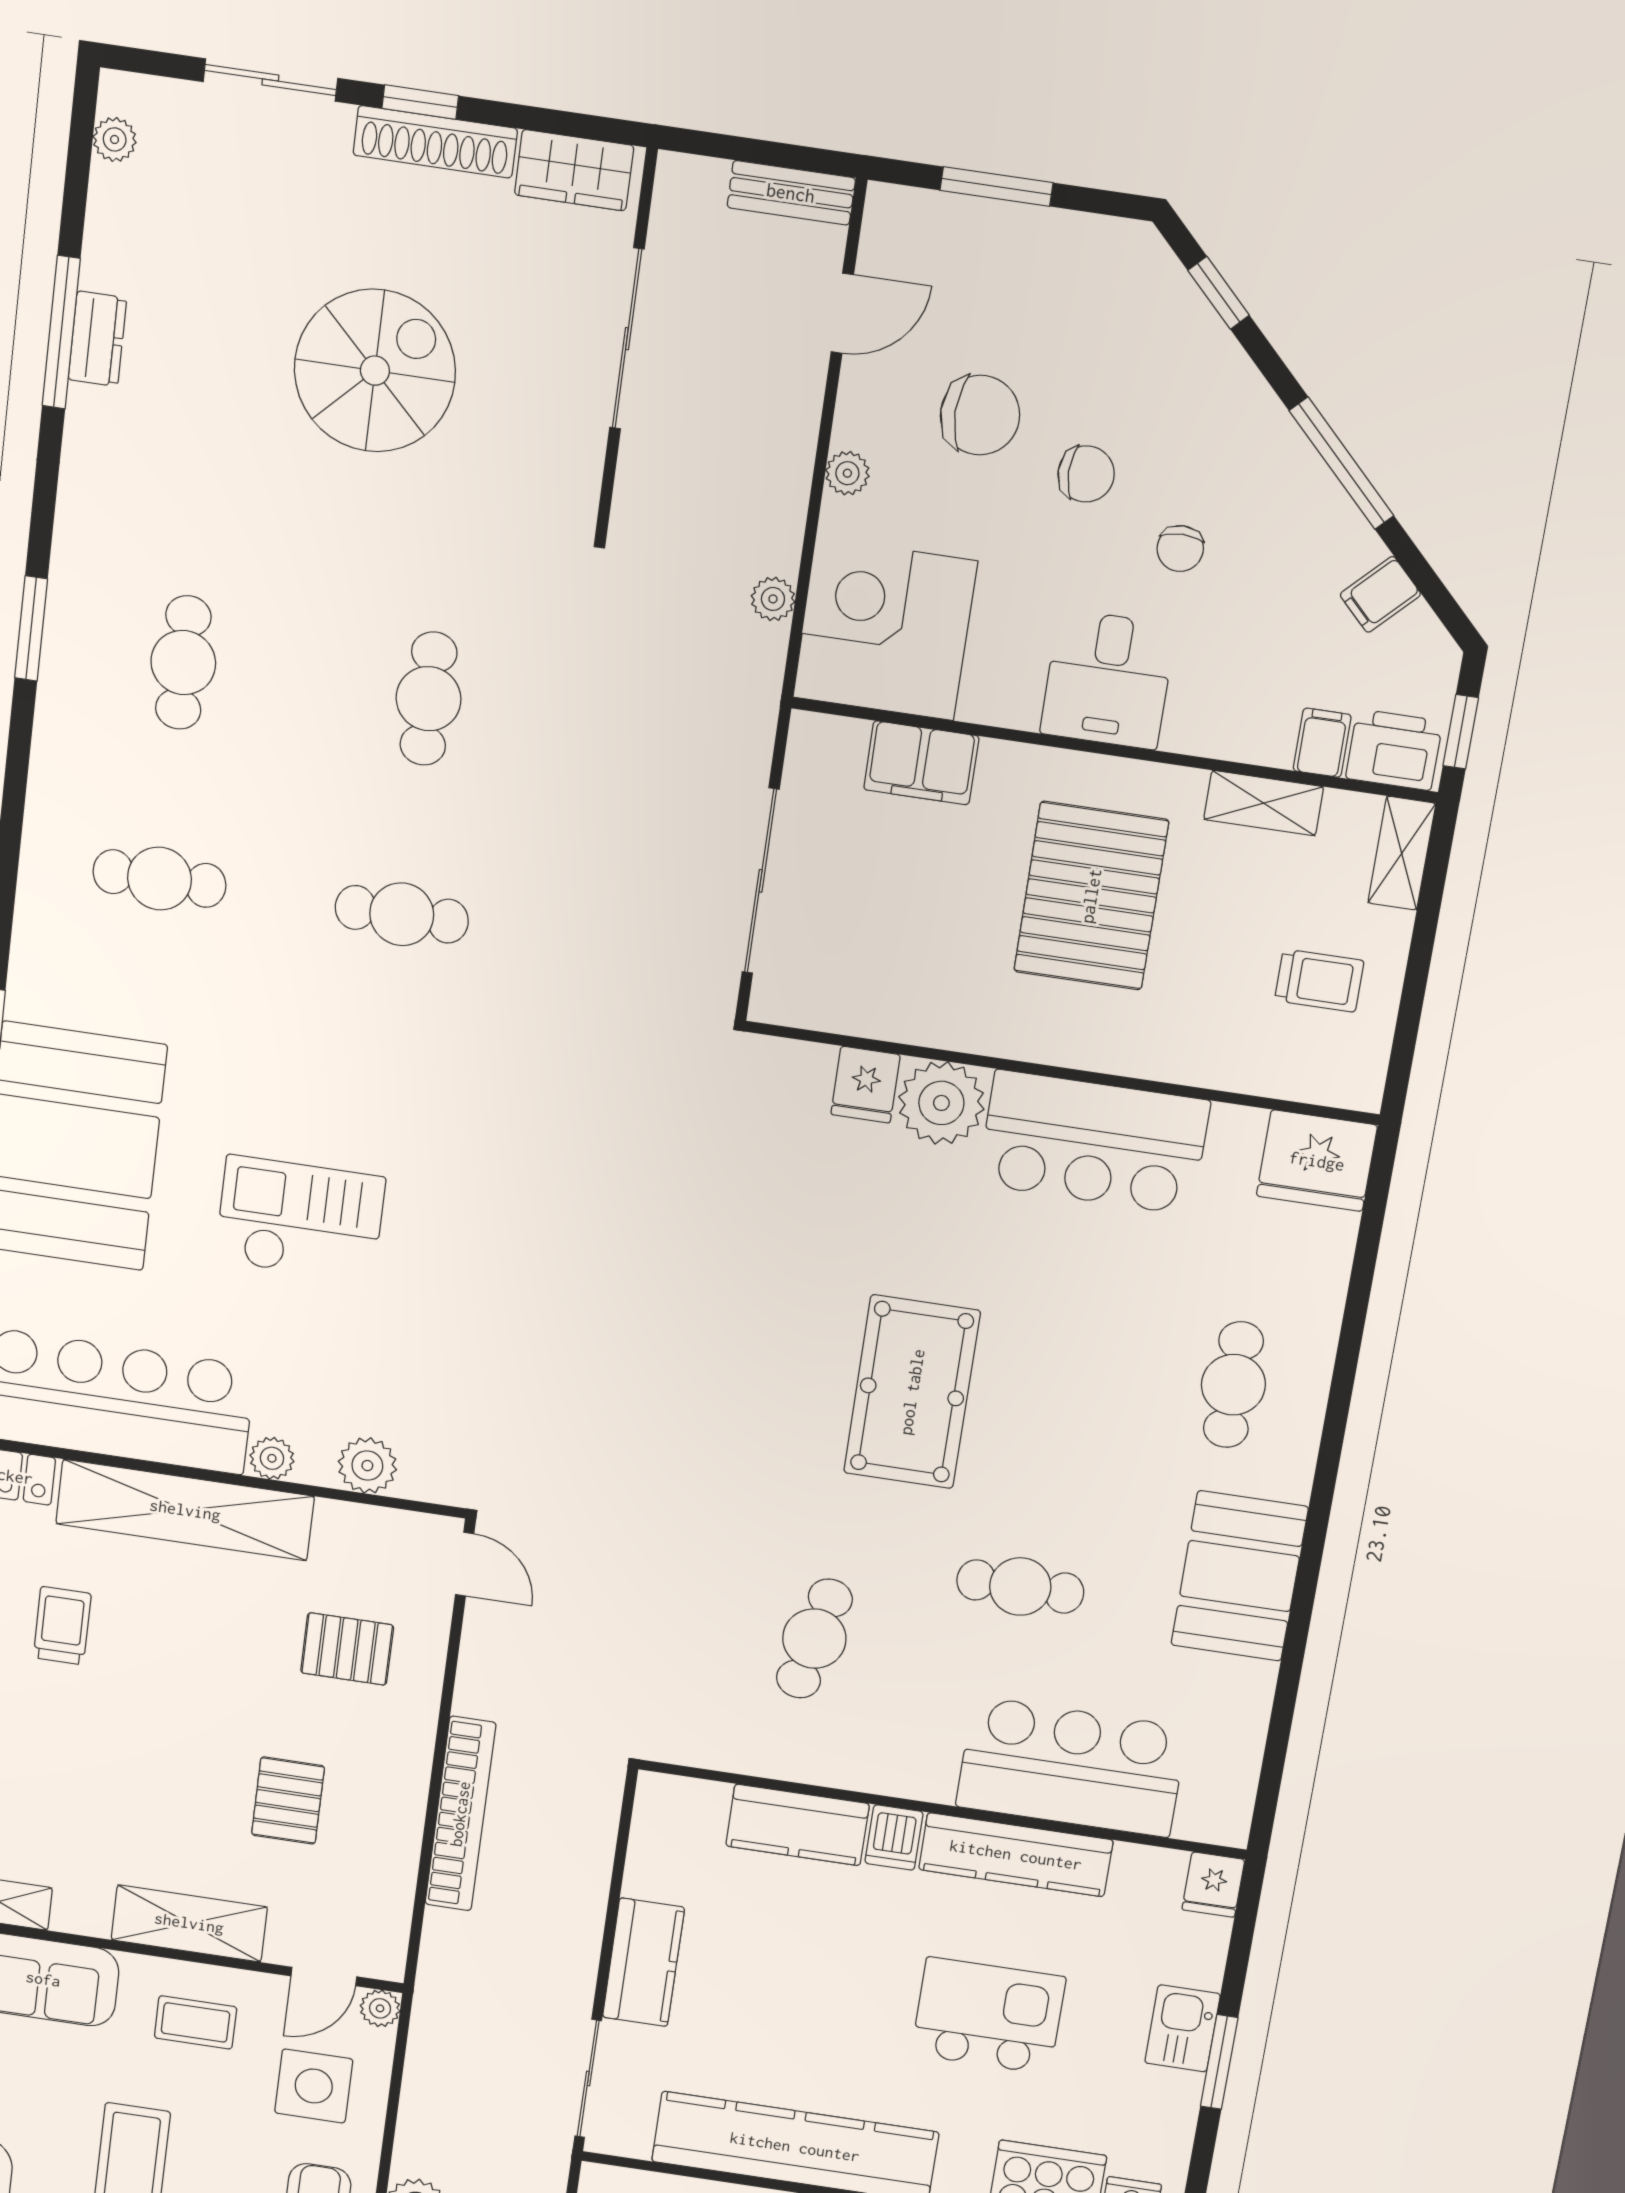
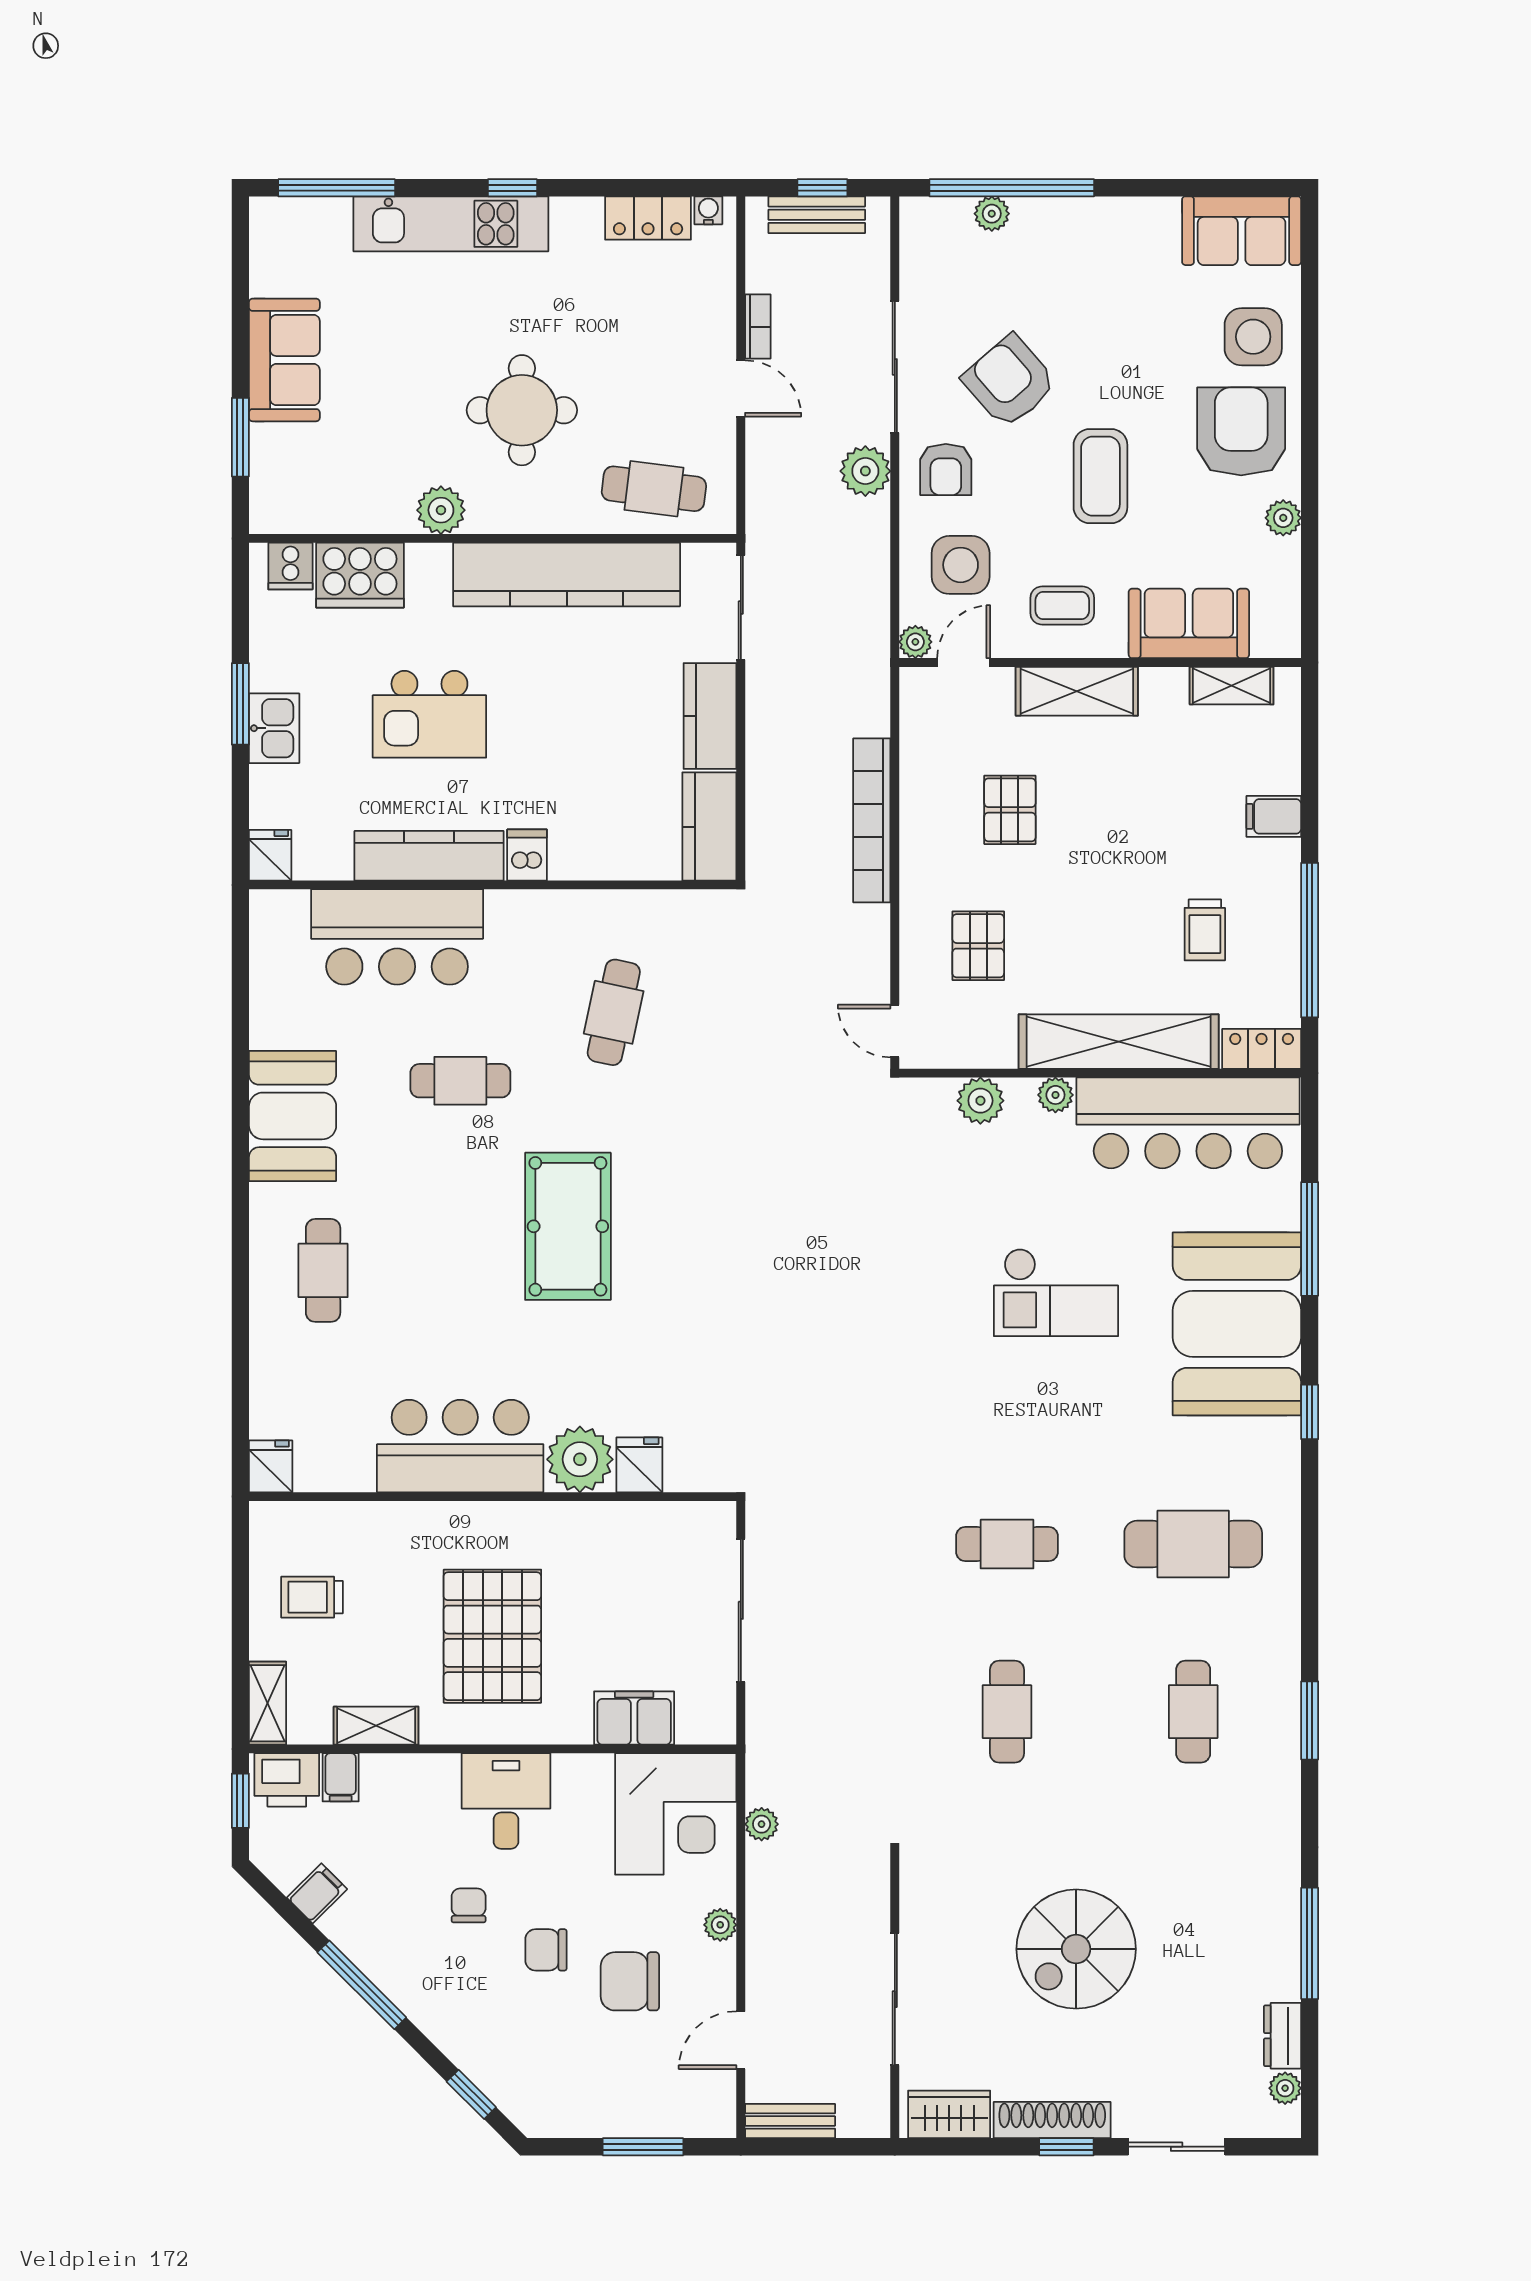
dresser: (97, 339) -> (1283, 2036), moved
cafe table: (159, 879) -> (1193, 1544), width x1.37, depth x1.35
fridge: (1317, 1161) -> (271, 1466), width x0.53, depth x0.75
pallet: (347, 1649) -> (978, 946), turned 90
kitchen counter: (798, 1825) -> (709, 827), moved, turned -90

